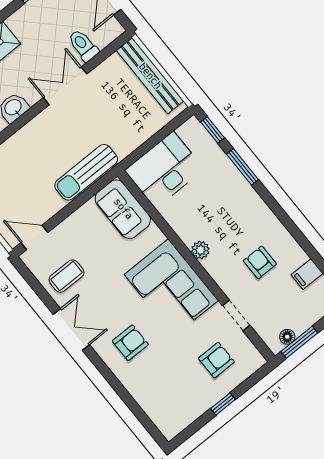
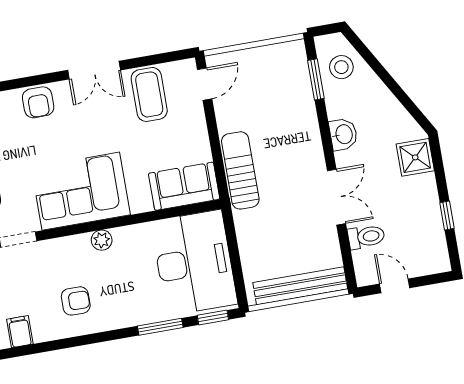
desk: (164, 170) -> (194, 263), width x1.36, depth x1.30
armchair: (260, 262) -> (76, 301), moved
coffee table: (66, 276) -> (149, 94), width x1.36, depth x1.30
armchair: (130, 343) -> (38, 102), moved

